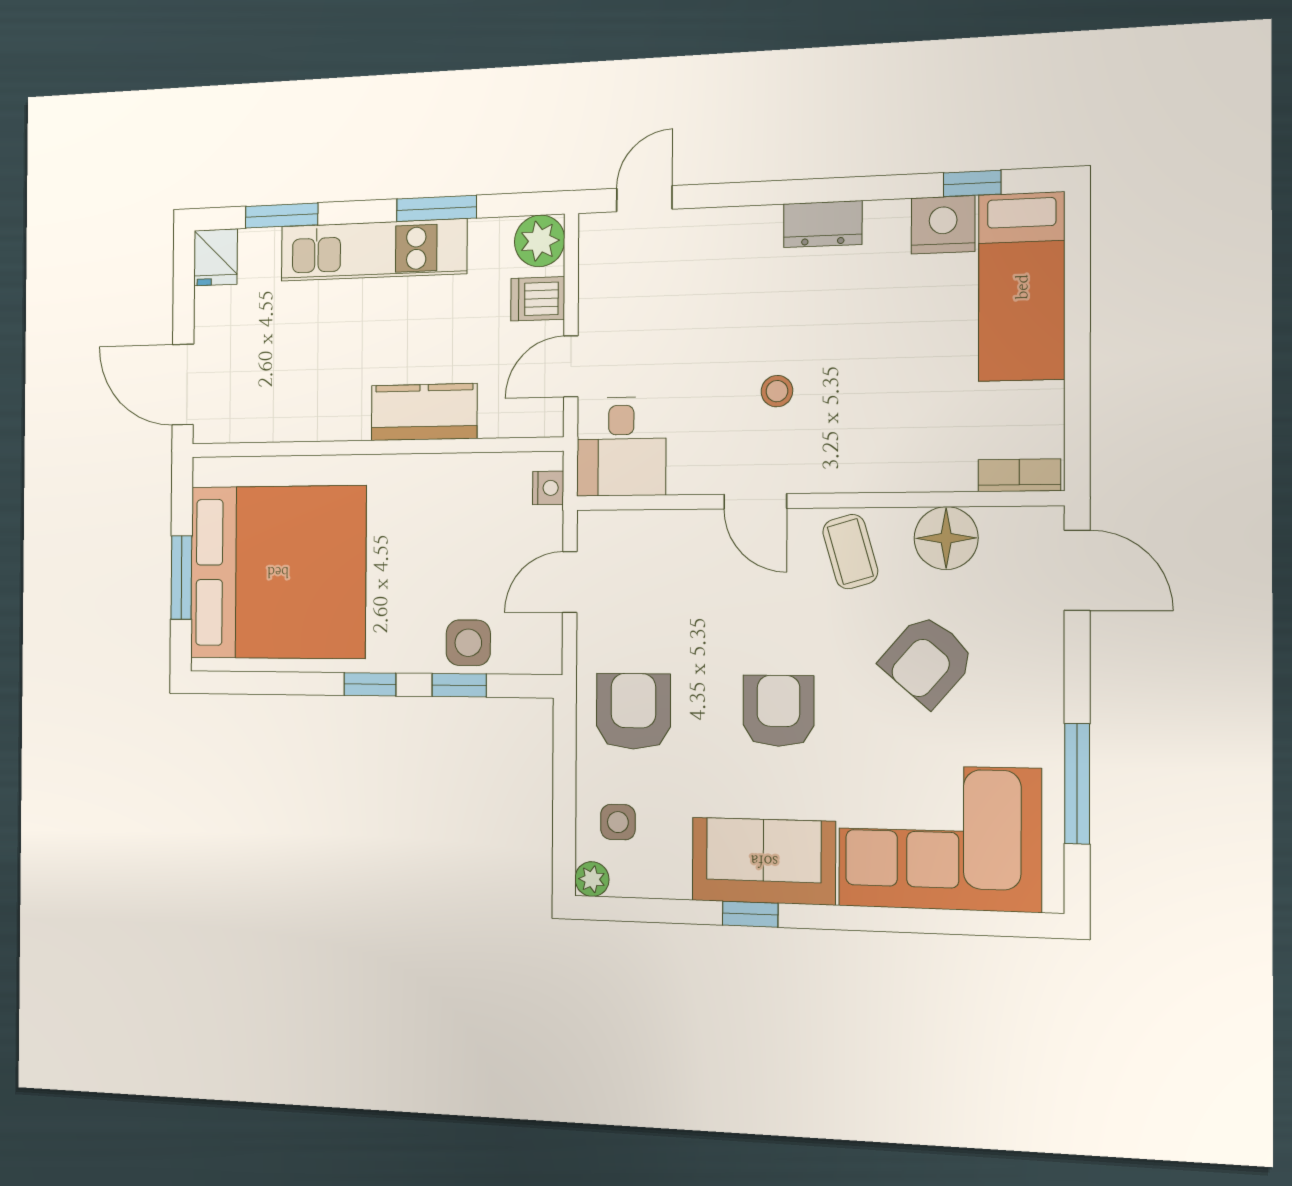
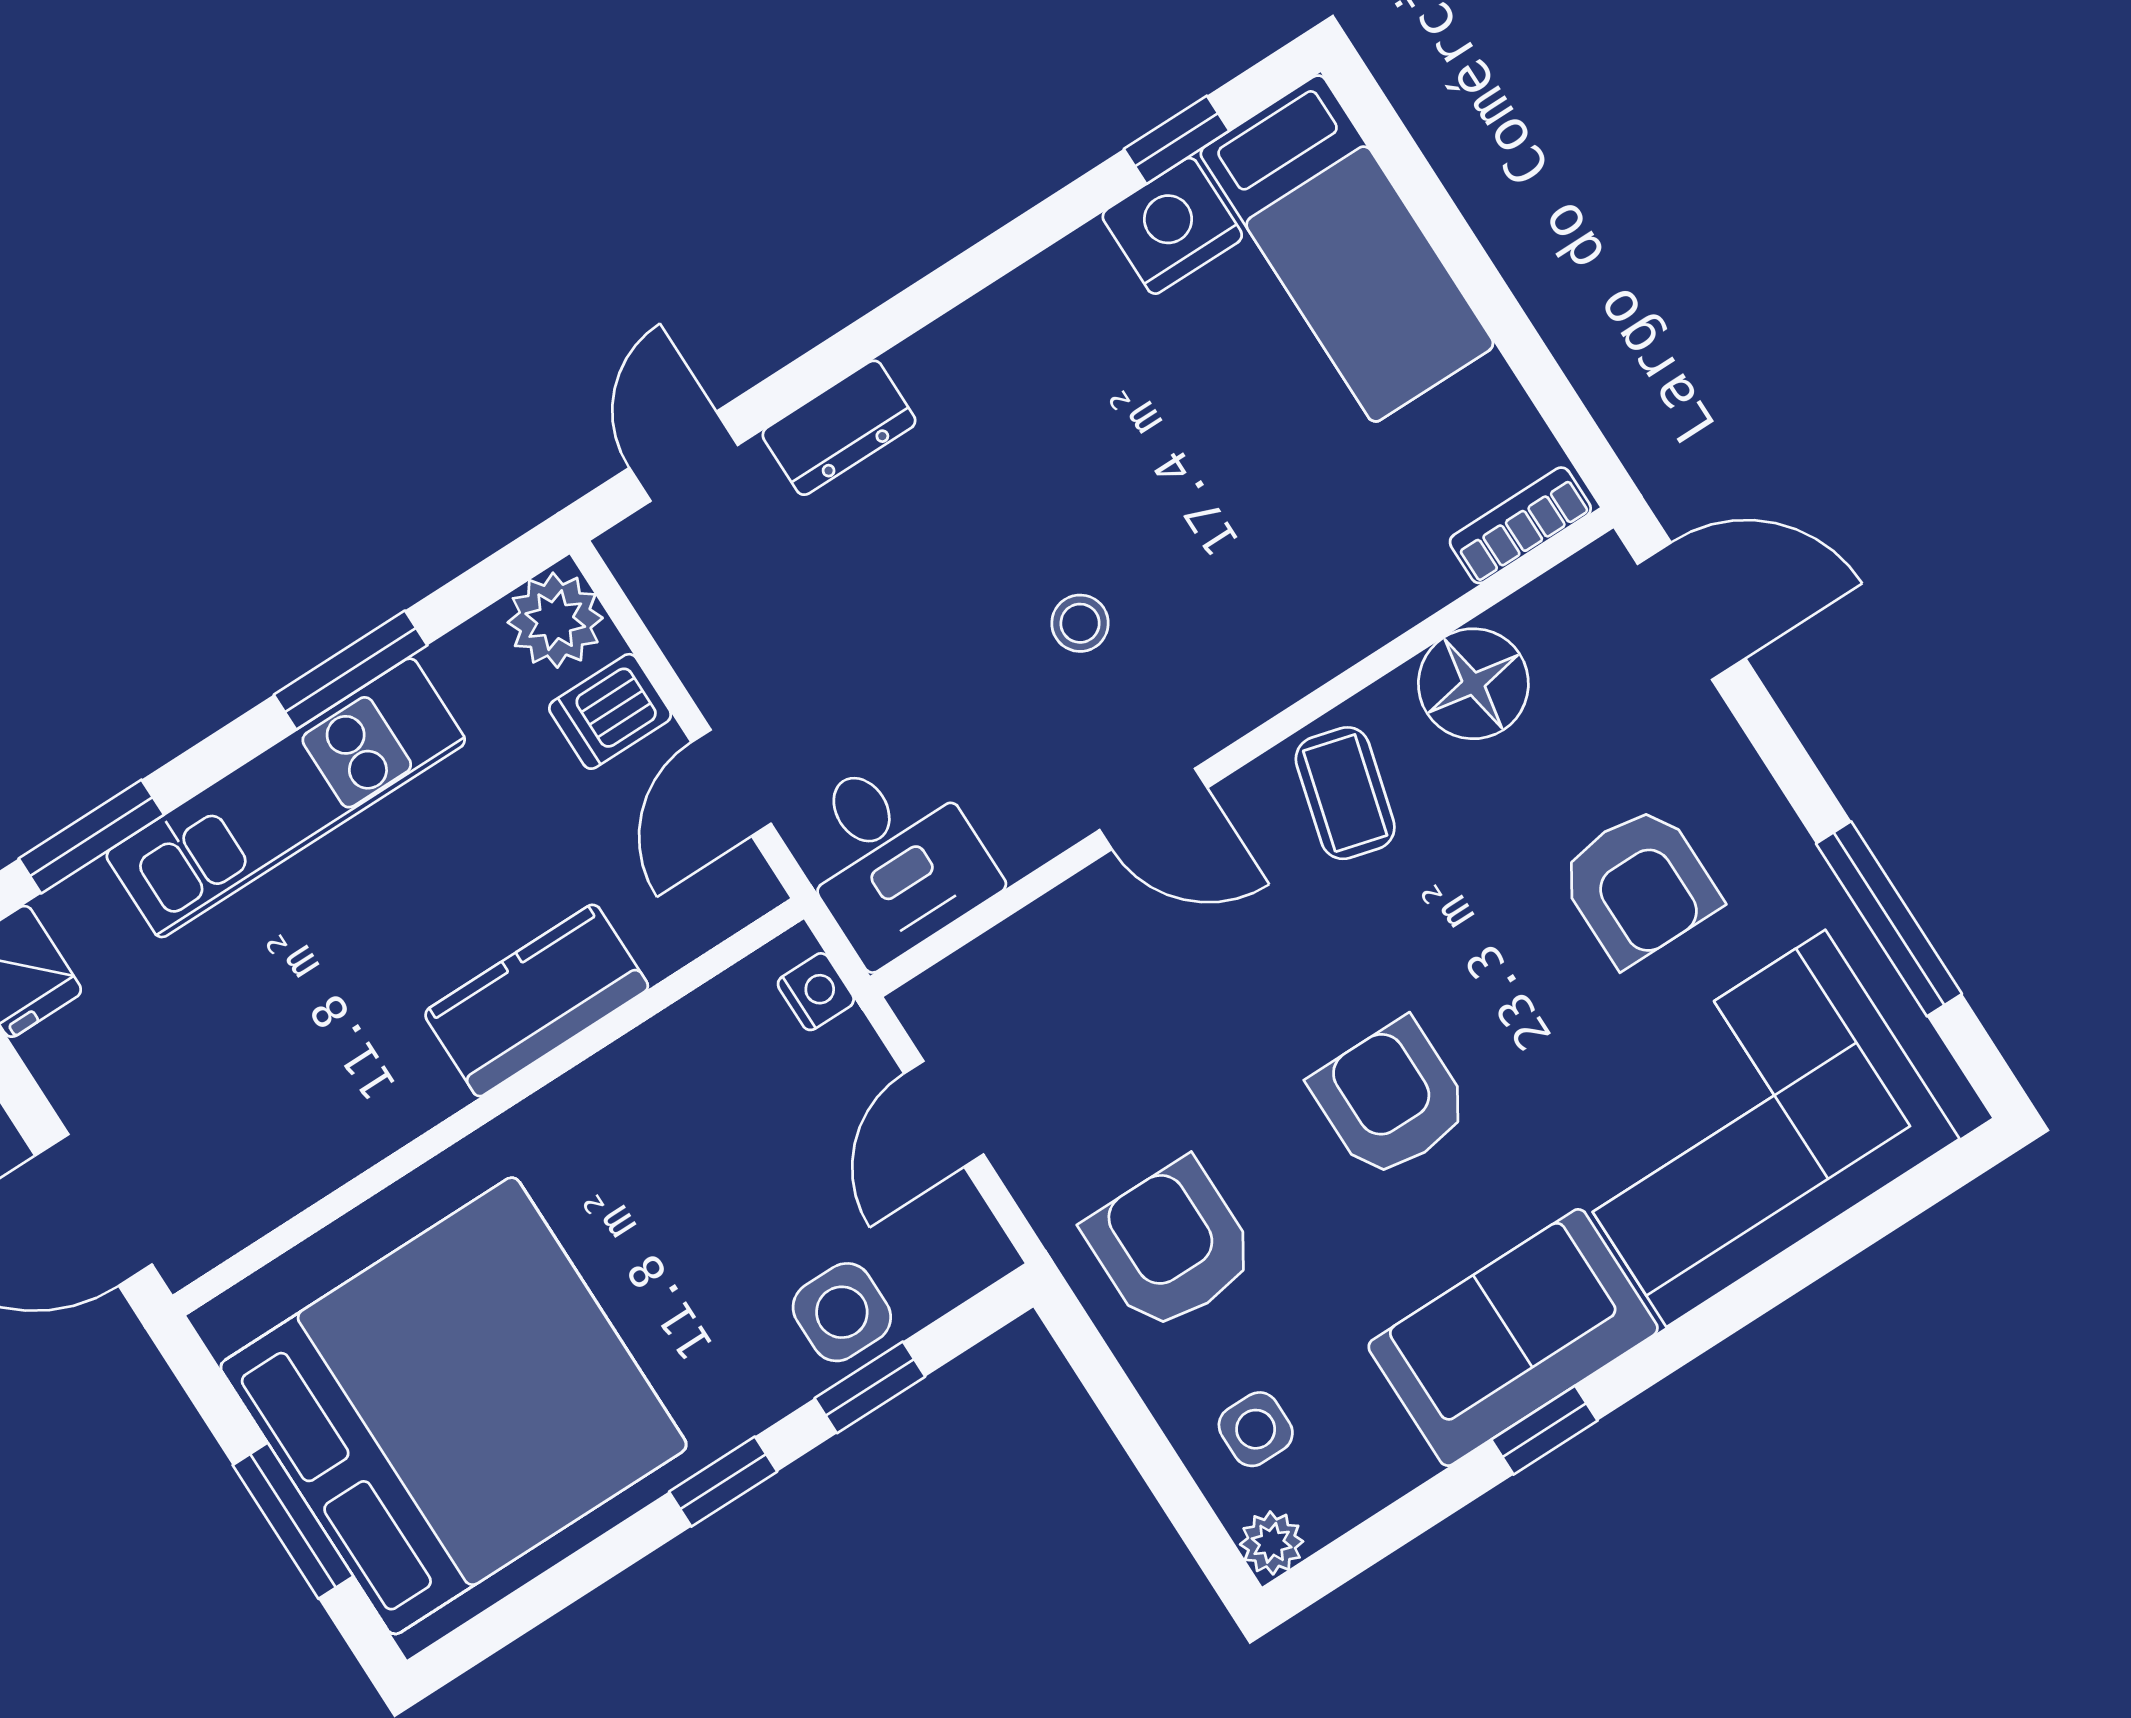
dresser: (823, 224) -> (839, 428), moved
coffee table: (850, 552) -> (1345, 793), turned 31
armchair: (927, 660) -> (1639, 885), moved, turned -41

